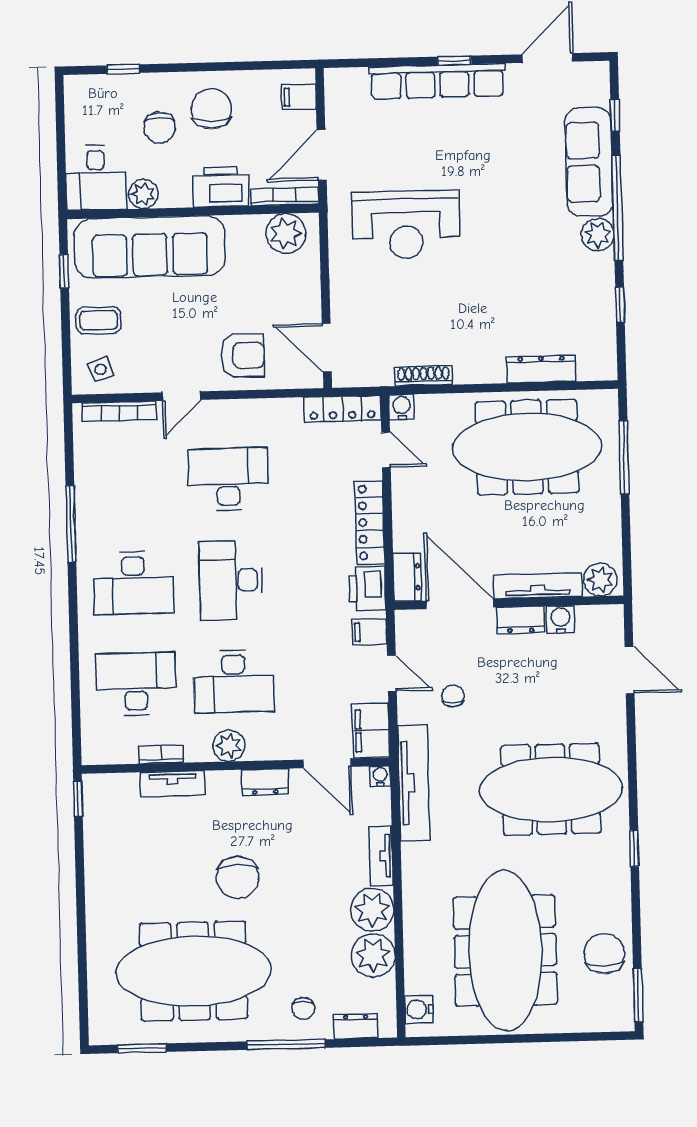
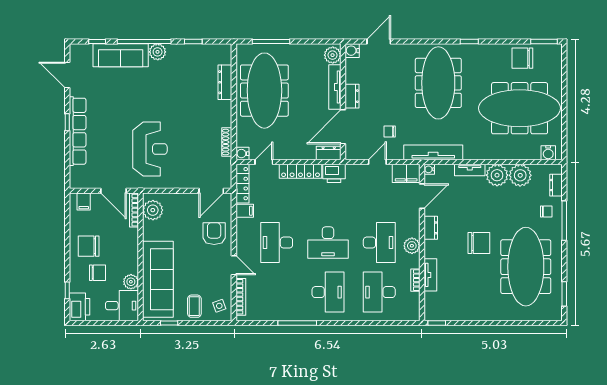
printer: (221, 187) -> (79, 307), moved, turned 180
water cooler: (560, 619) -> (352, 51), moved
filing cabinet: (369, 632) -> (245, 211), moved, turned -90

